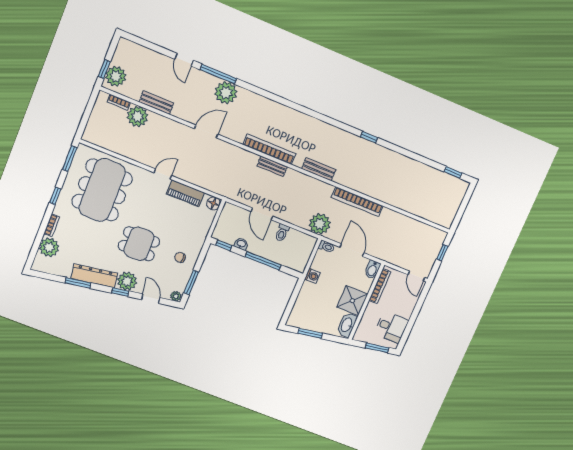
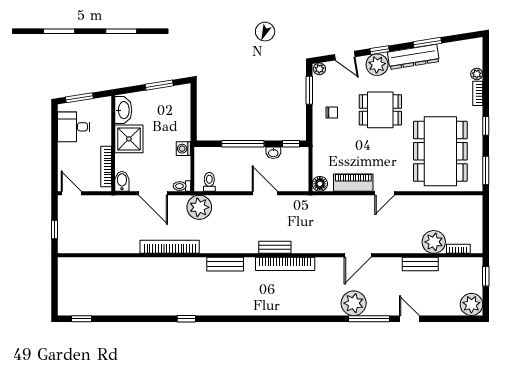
plant: (116, 76) -> (471, 304), moved
toilet: (282, 233) -> (209, 182), moved
plant: (49, 247) -> (477, 74), width x0.53, depth x0.53

